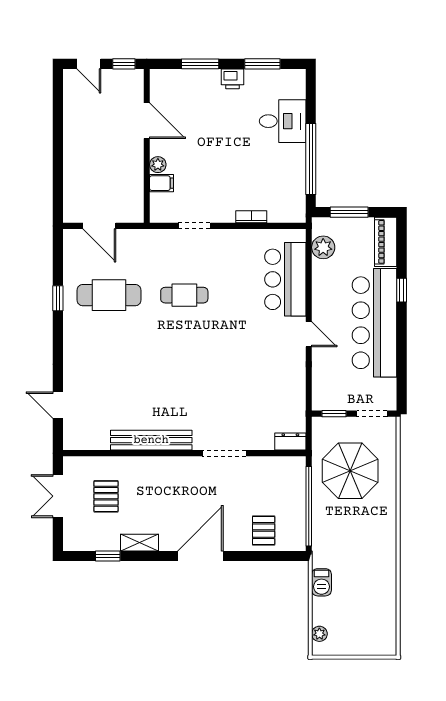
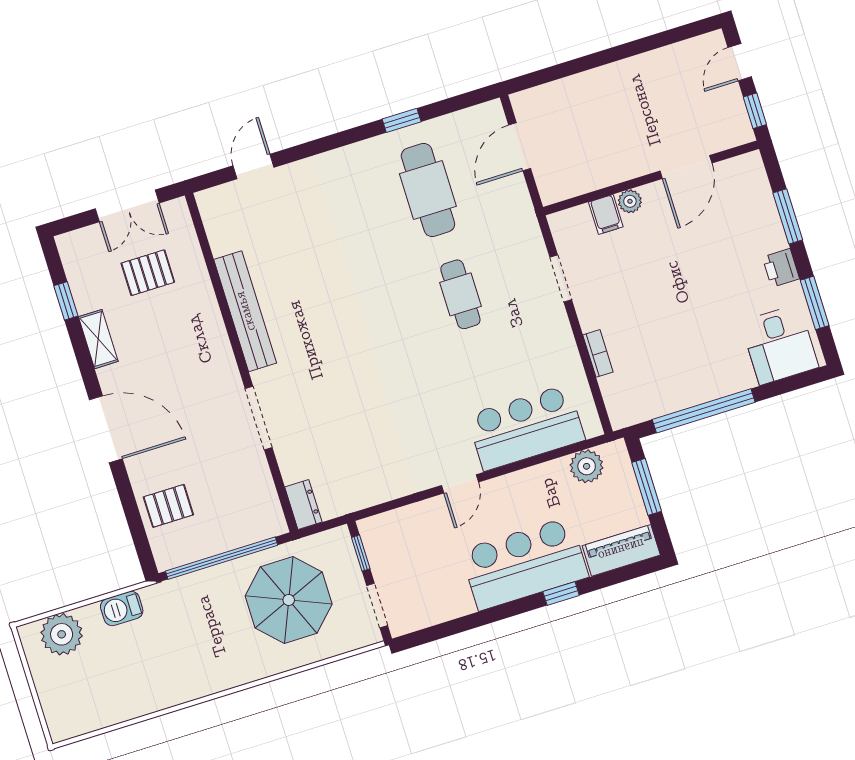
desk: (283, 121) -> (779, 345), moved
bar counter: (375, 323) -> (524, 564), width x0.73
double door: (58, 496) -> (127, 206), swing flipped
plant: (319, 634) -> (62, 634), width x1.88, depth x1.88

